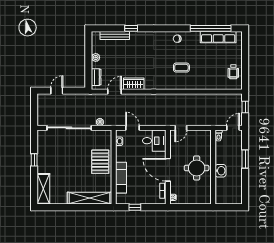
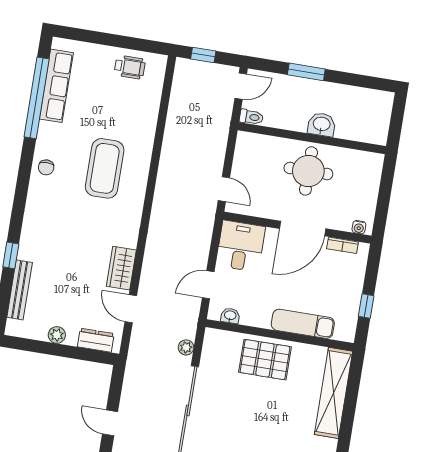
coffee table: (181, 68) -> (105, 168), width x1.86, depth x1.72
door: (233, 128) -> (241, 86), swing flipped

